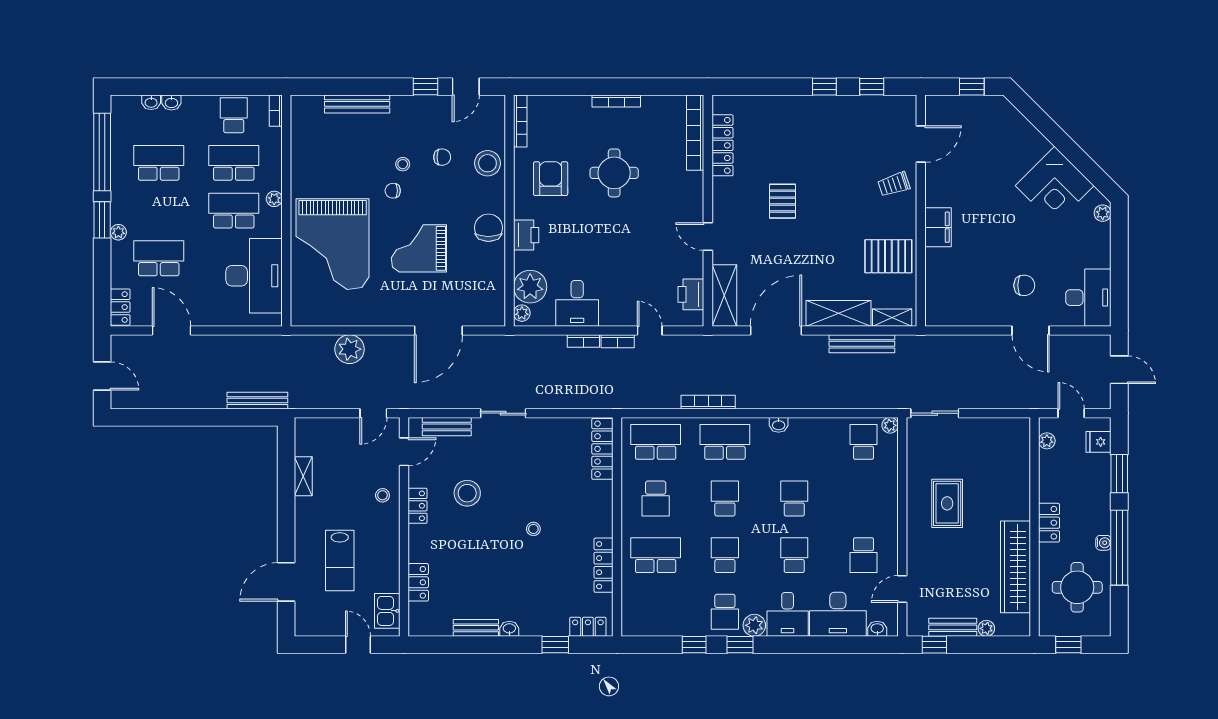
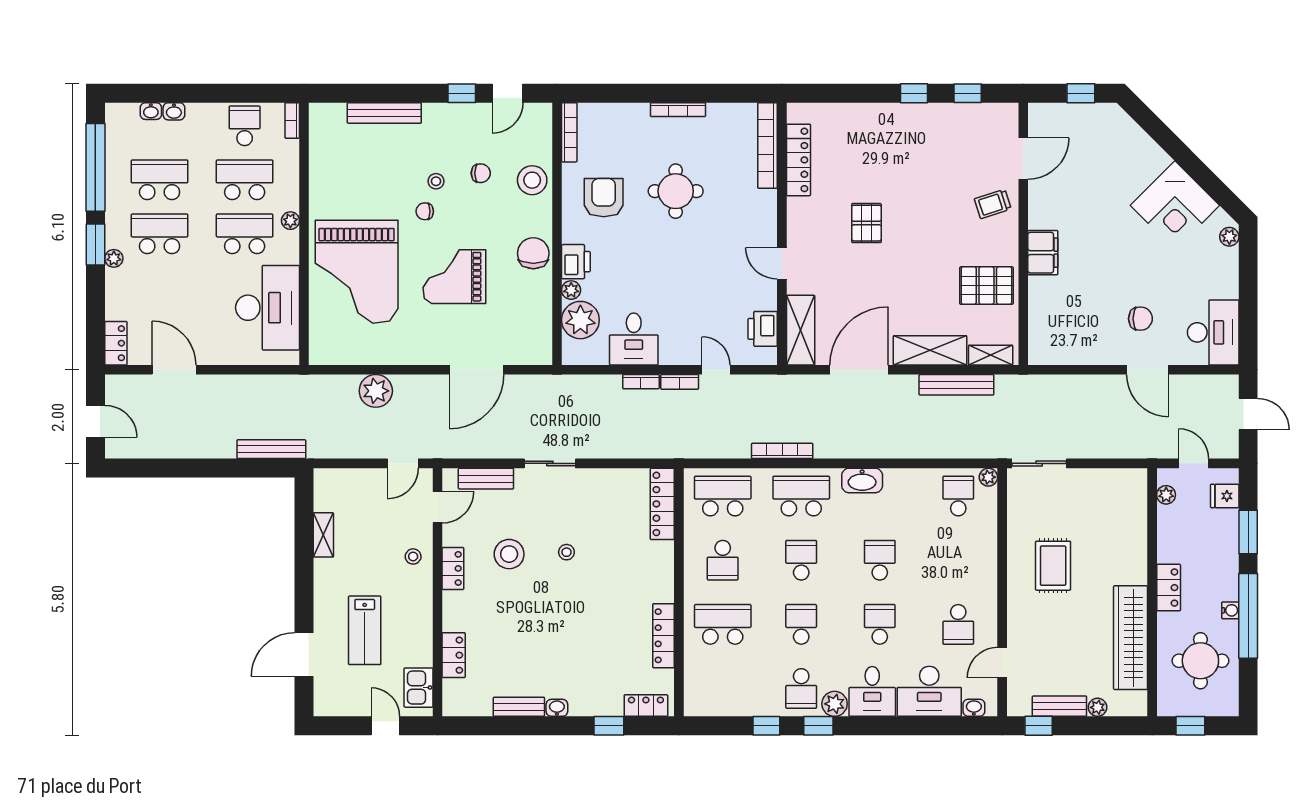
school desk: (159, 258) -> (160, 234), moved
plant: (522, 313) -> (571, 290), moved
washbasin: (779, 425) -> (862, 480), width x1.91, depth x1.45
stool: (533, 529) -> (566, 552), moved

